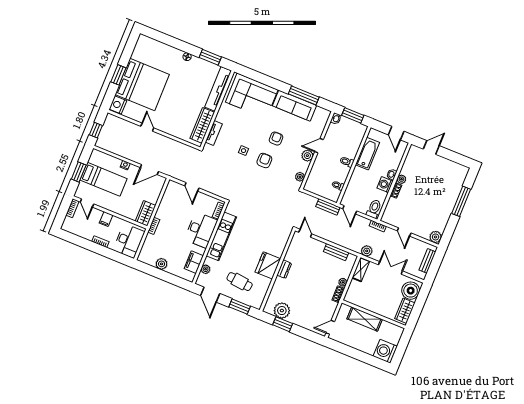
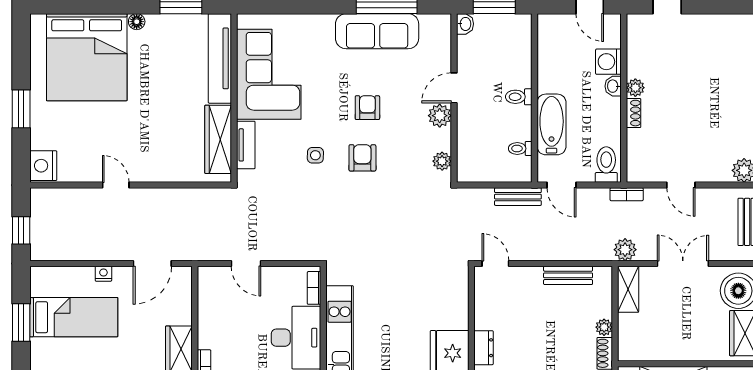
bed: (142, 85) -> (87, 57), moved, turned 90
corner sofa: (252, 96) -> (269, 74), moved, turned -90
bathtub: (367, 154) -> (552, 124), moved
washing machine: (385, 185) -> (608, 62), moved

